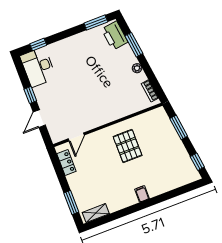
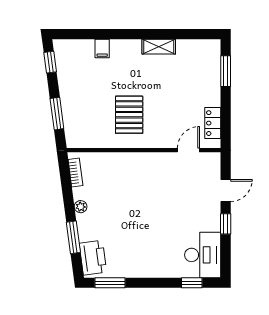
filing cabinet: (142, 194) -> (102, 49), moved
shelving: (96, 213) -> (159, 47), moved

